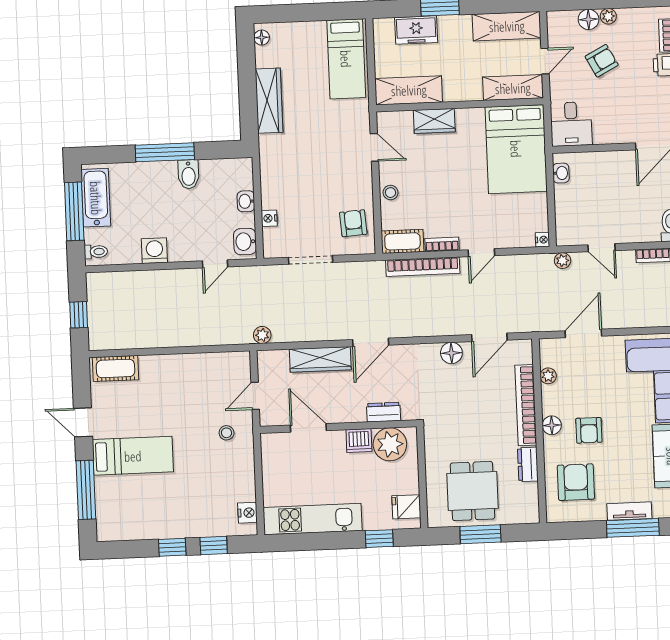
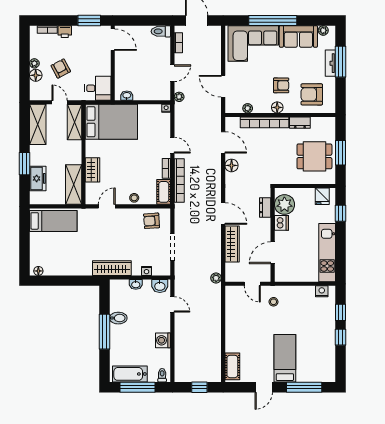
wardrobe: (269, 101) -> (112, 268), moved

